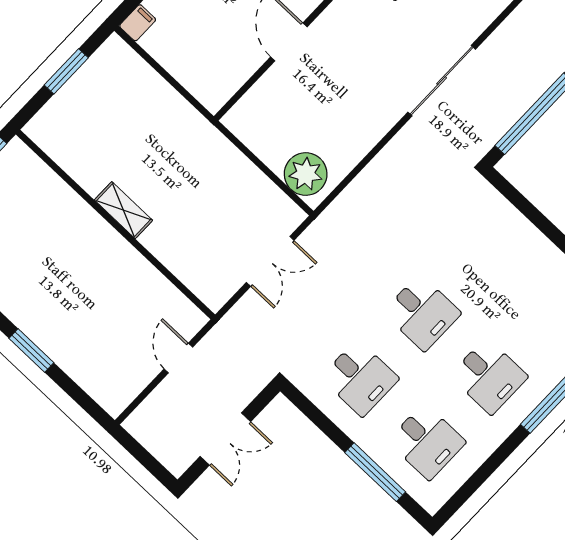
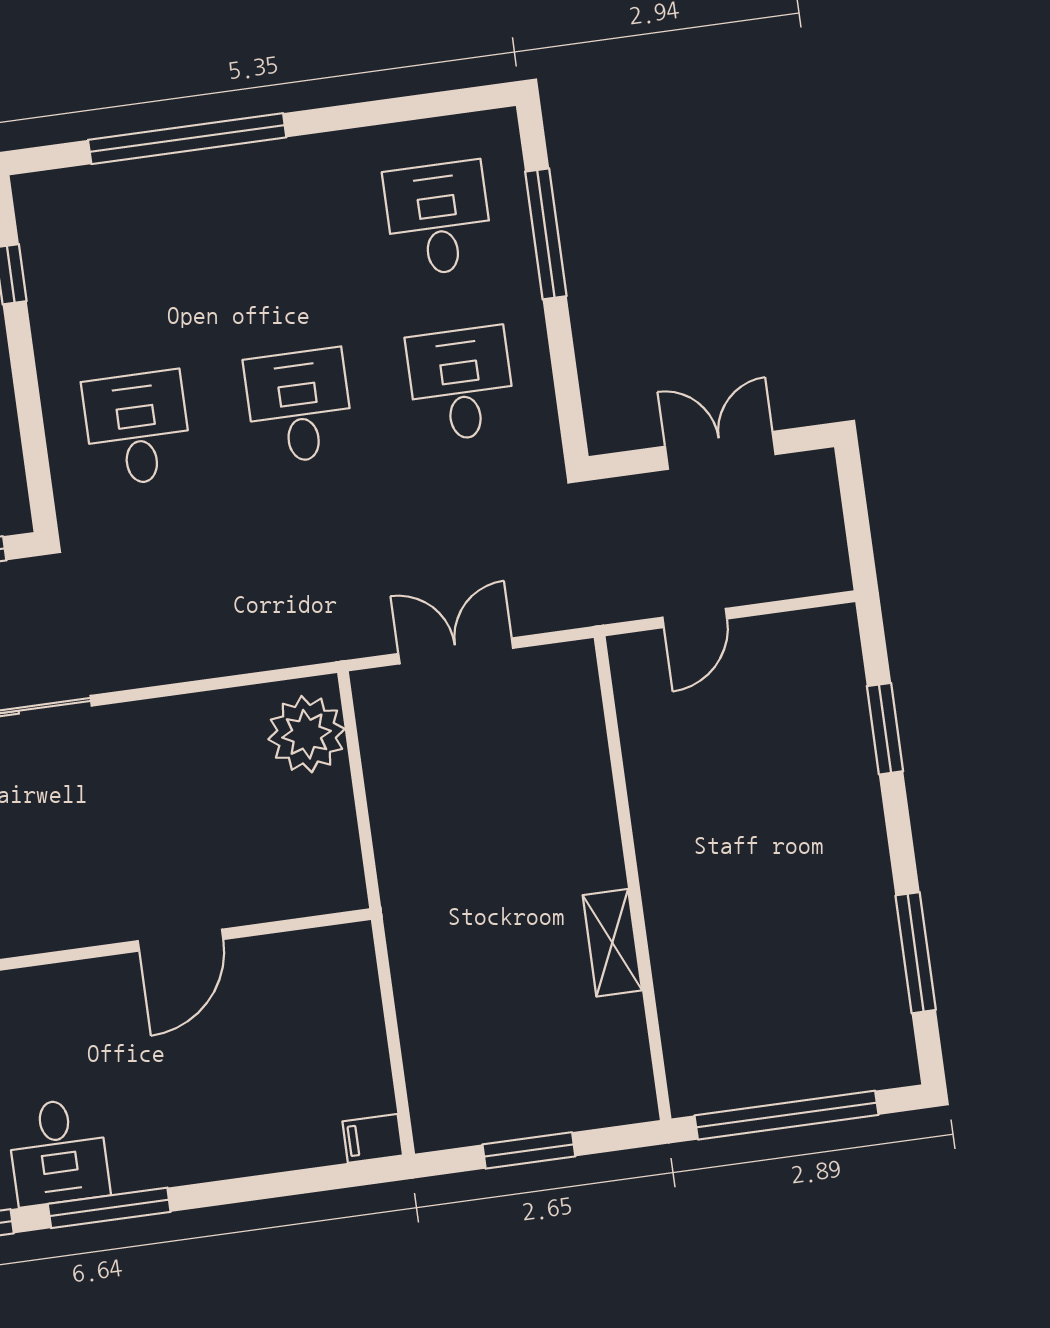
shelving: (123, 210) -> (612, 943), moved
window: (31, 350) -> (885, 729), moved
desk: (489, 376) -> (137, 429), moved

